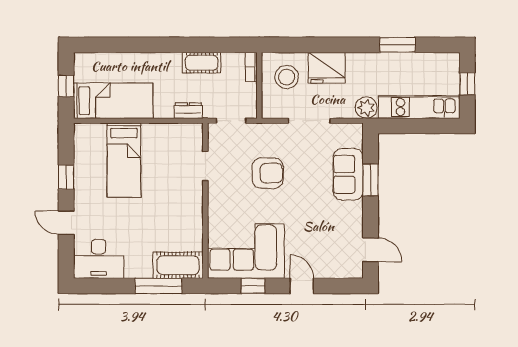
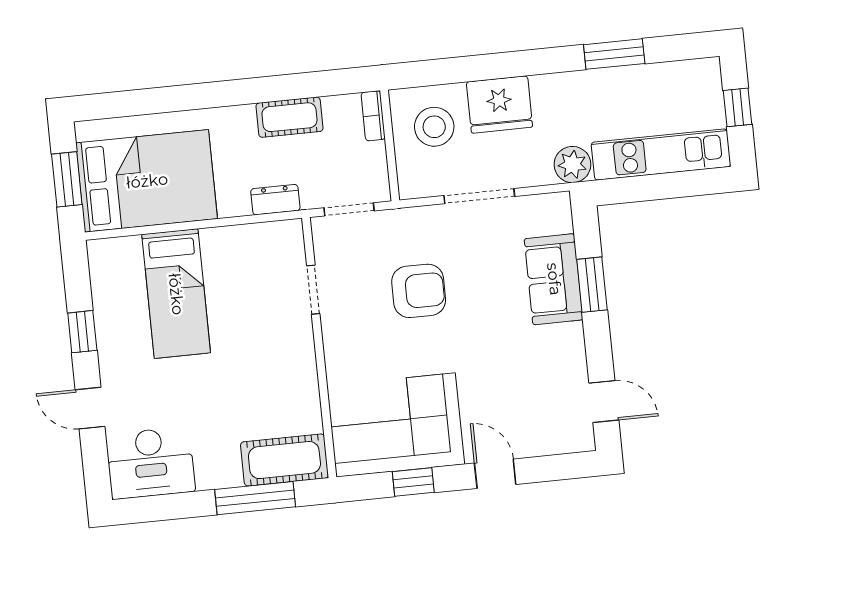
window: (66, 86) -> (67, 179), width x1.50
bed: (113, 101) -> (147, 181), width x1.50

